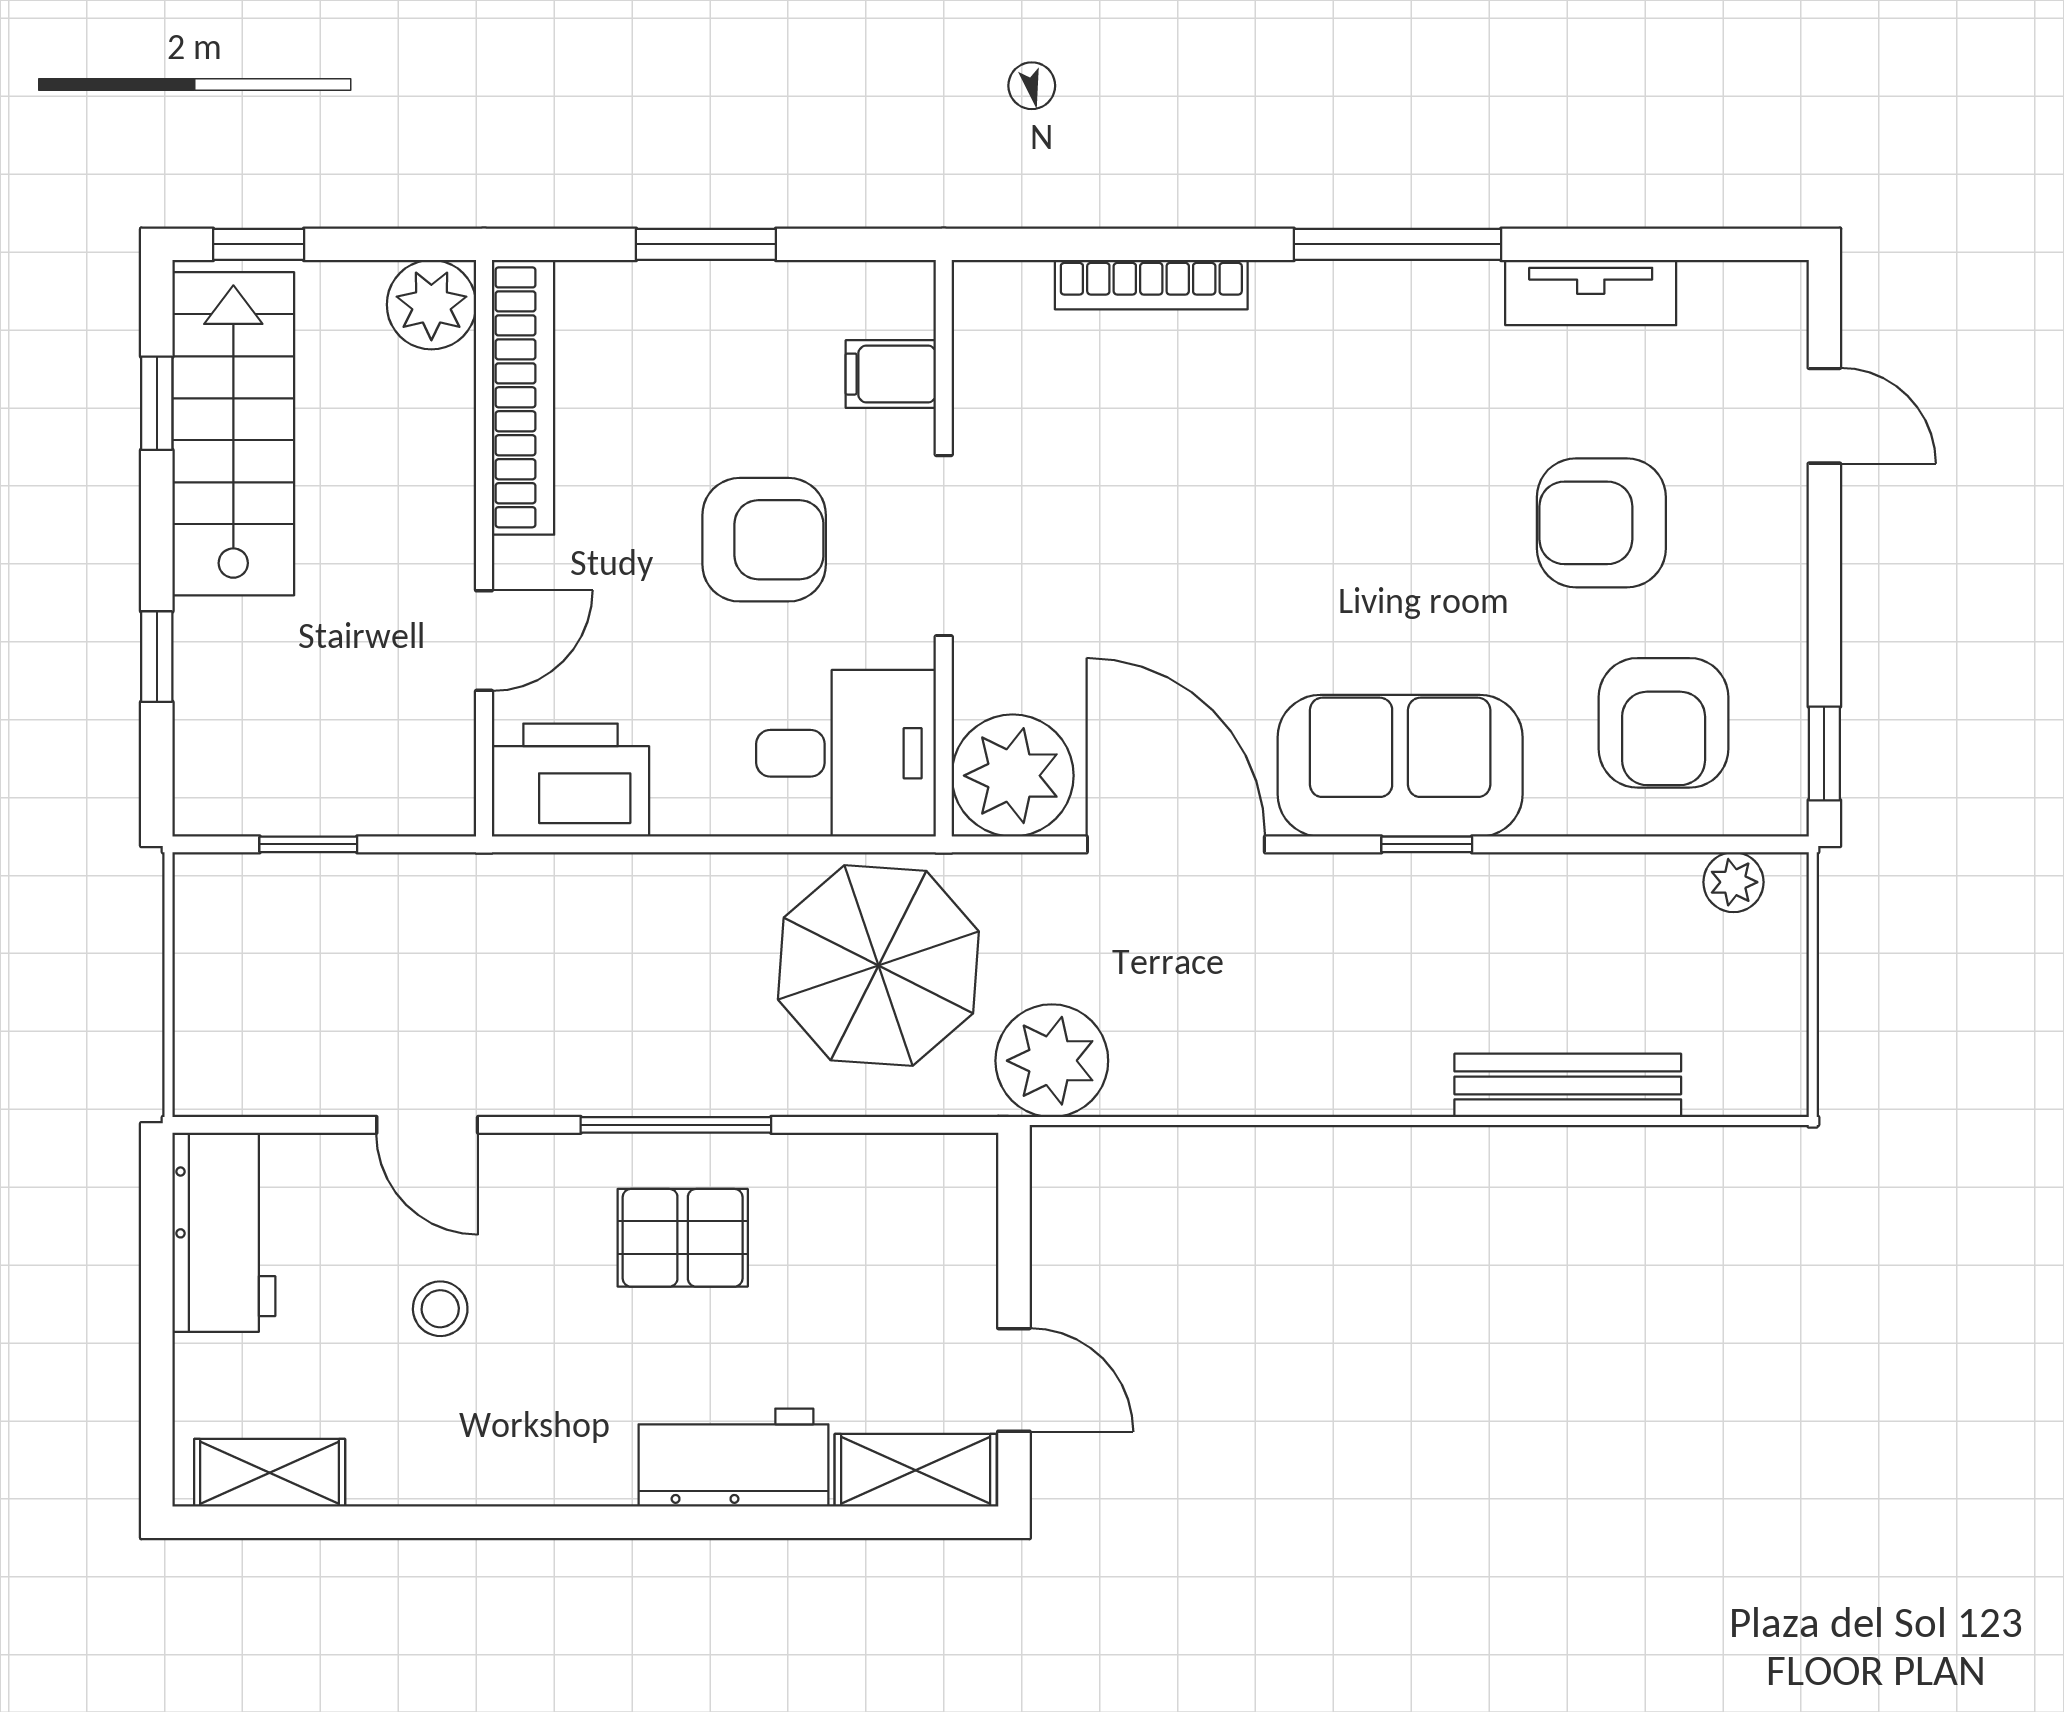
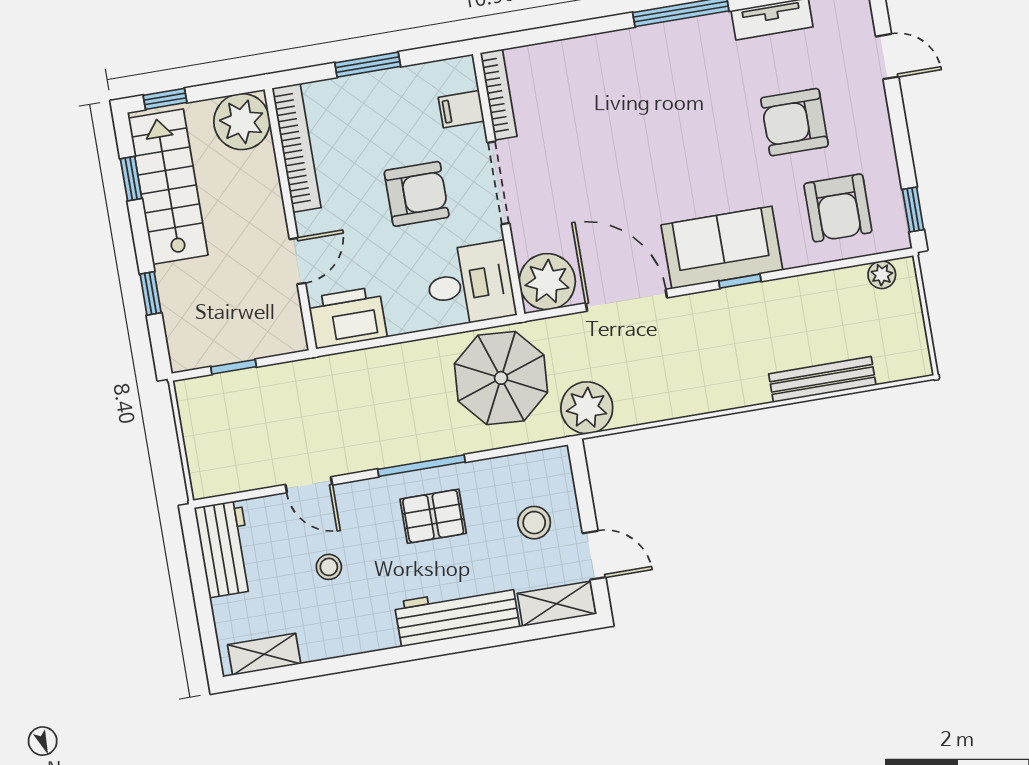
bookcase: (1151, 285) -> (499, 95), moved, turned -90
plant: (431, 305) -> (242, 122), width x1.36, depth x1.36
stool: (897, 1288) -> (534, 523), added
workbench: (734, 1458) -> (457, 615), width x1.37

